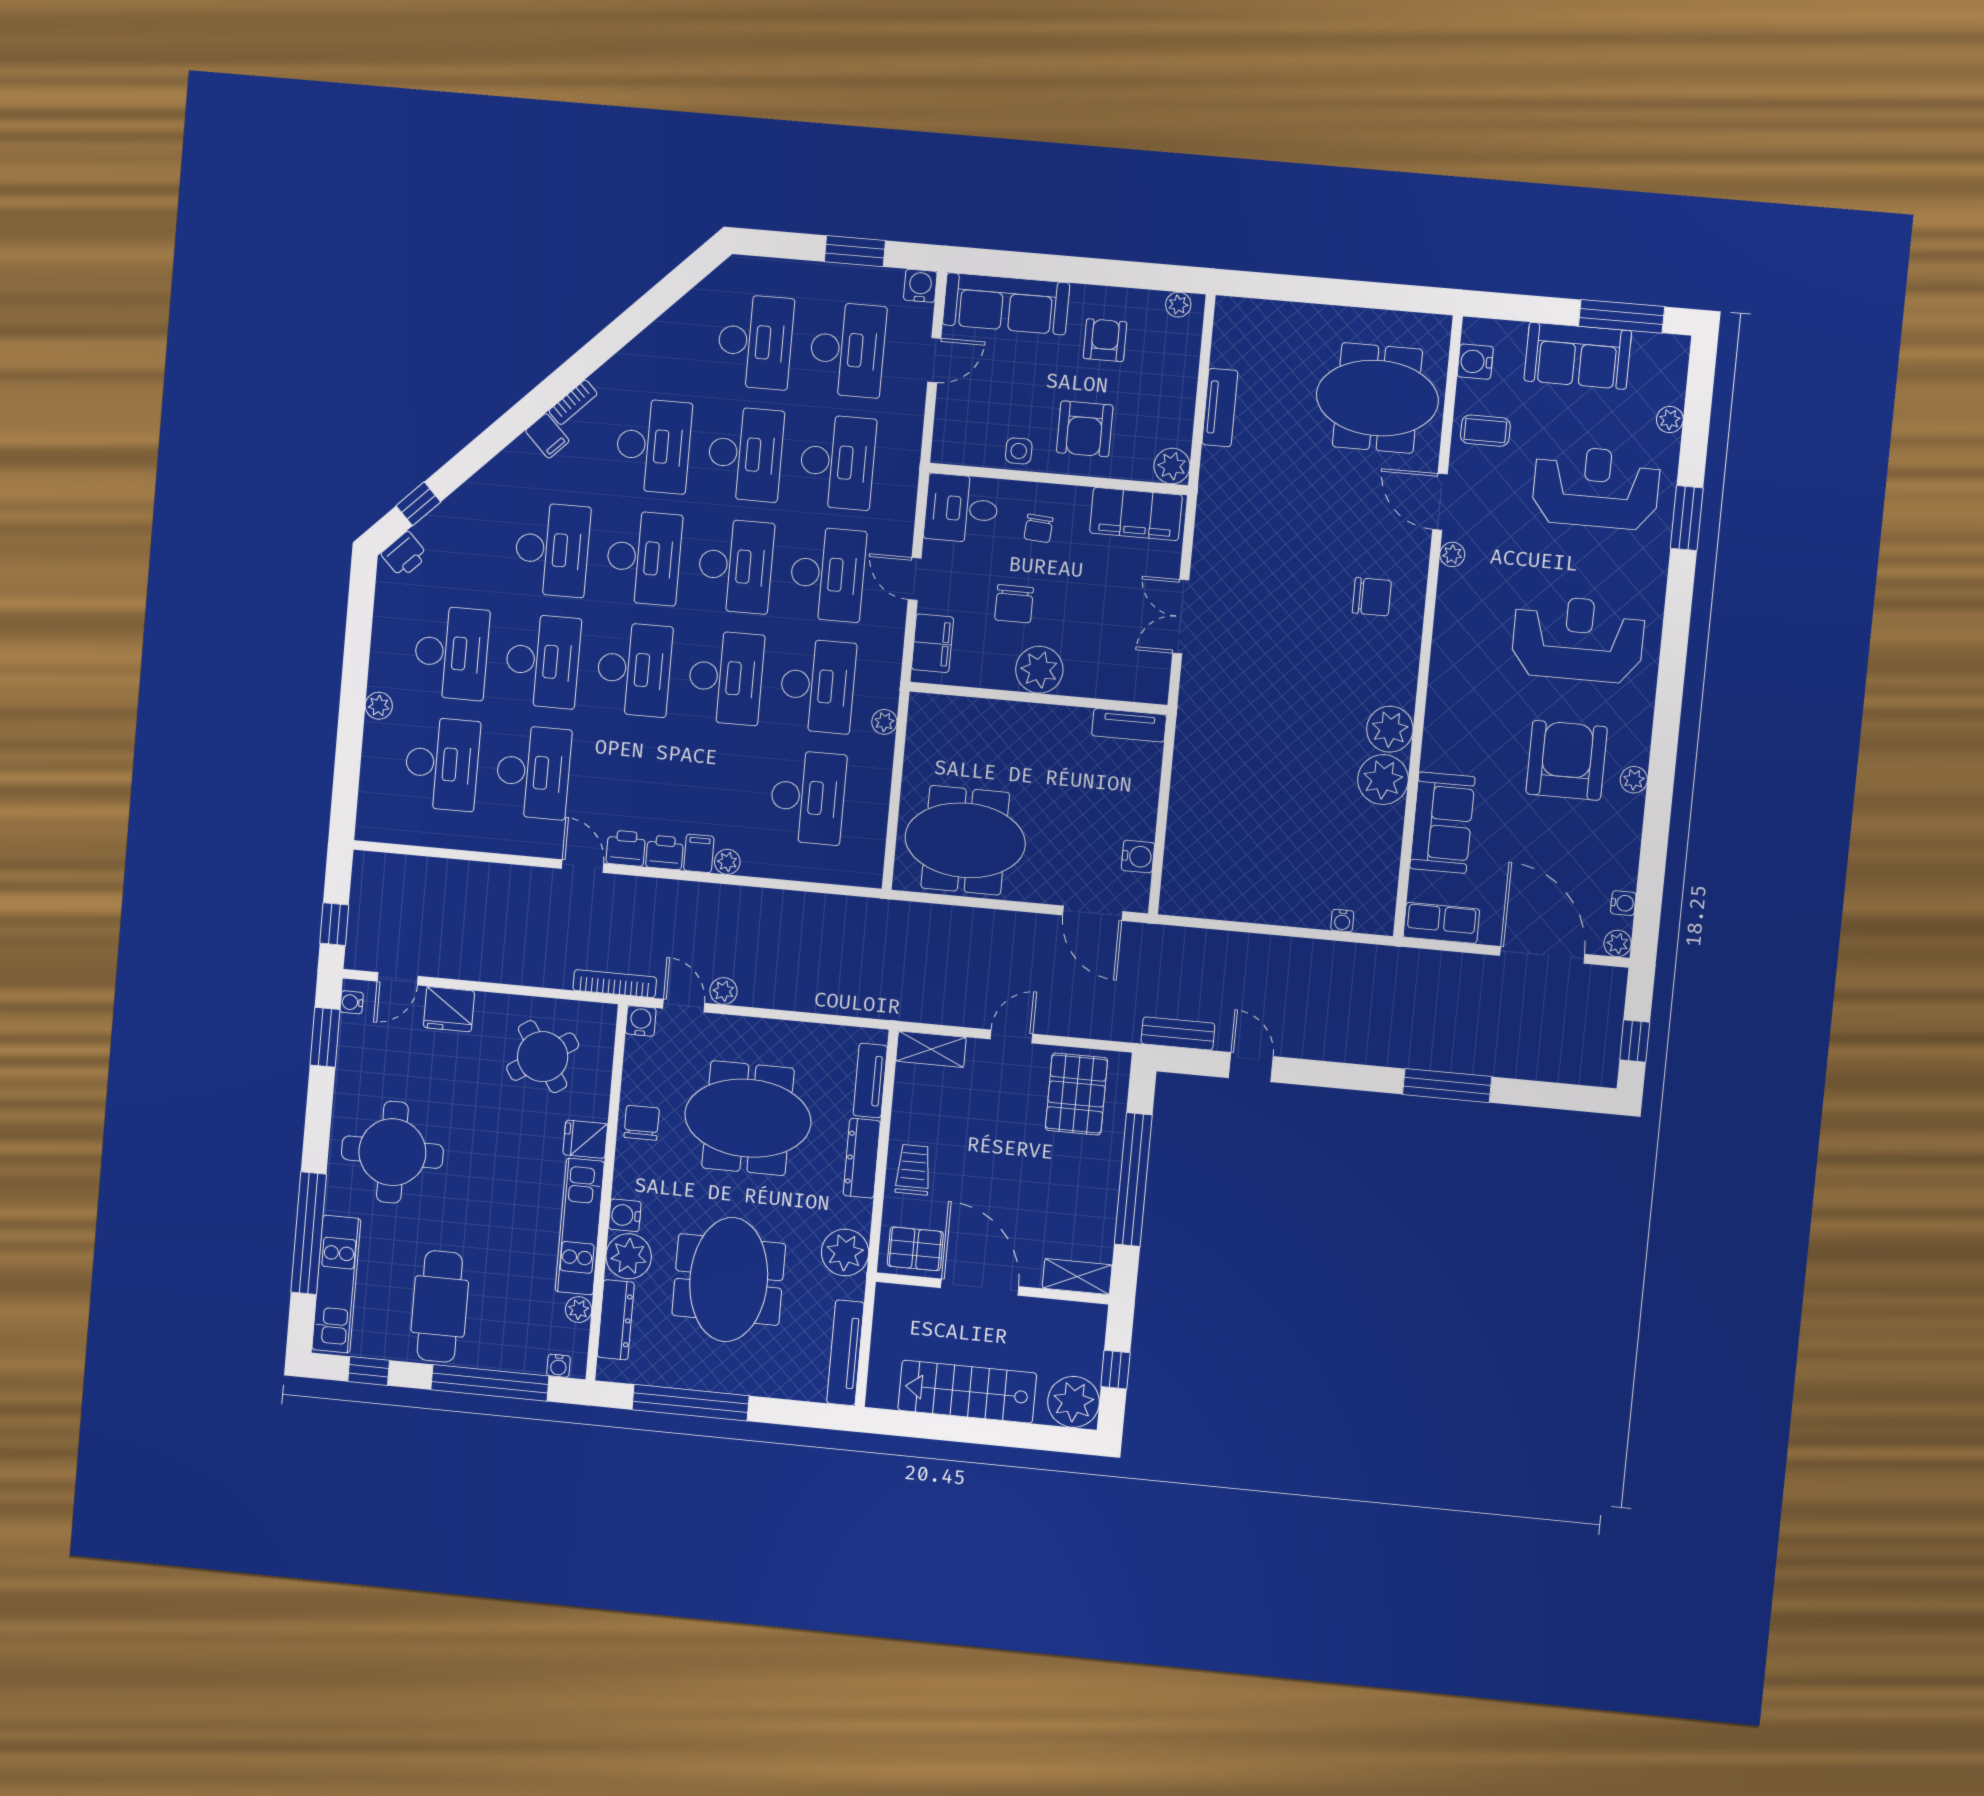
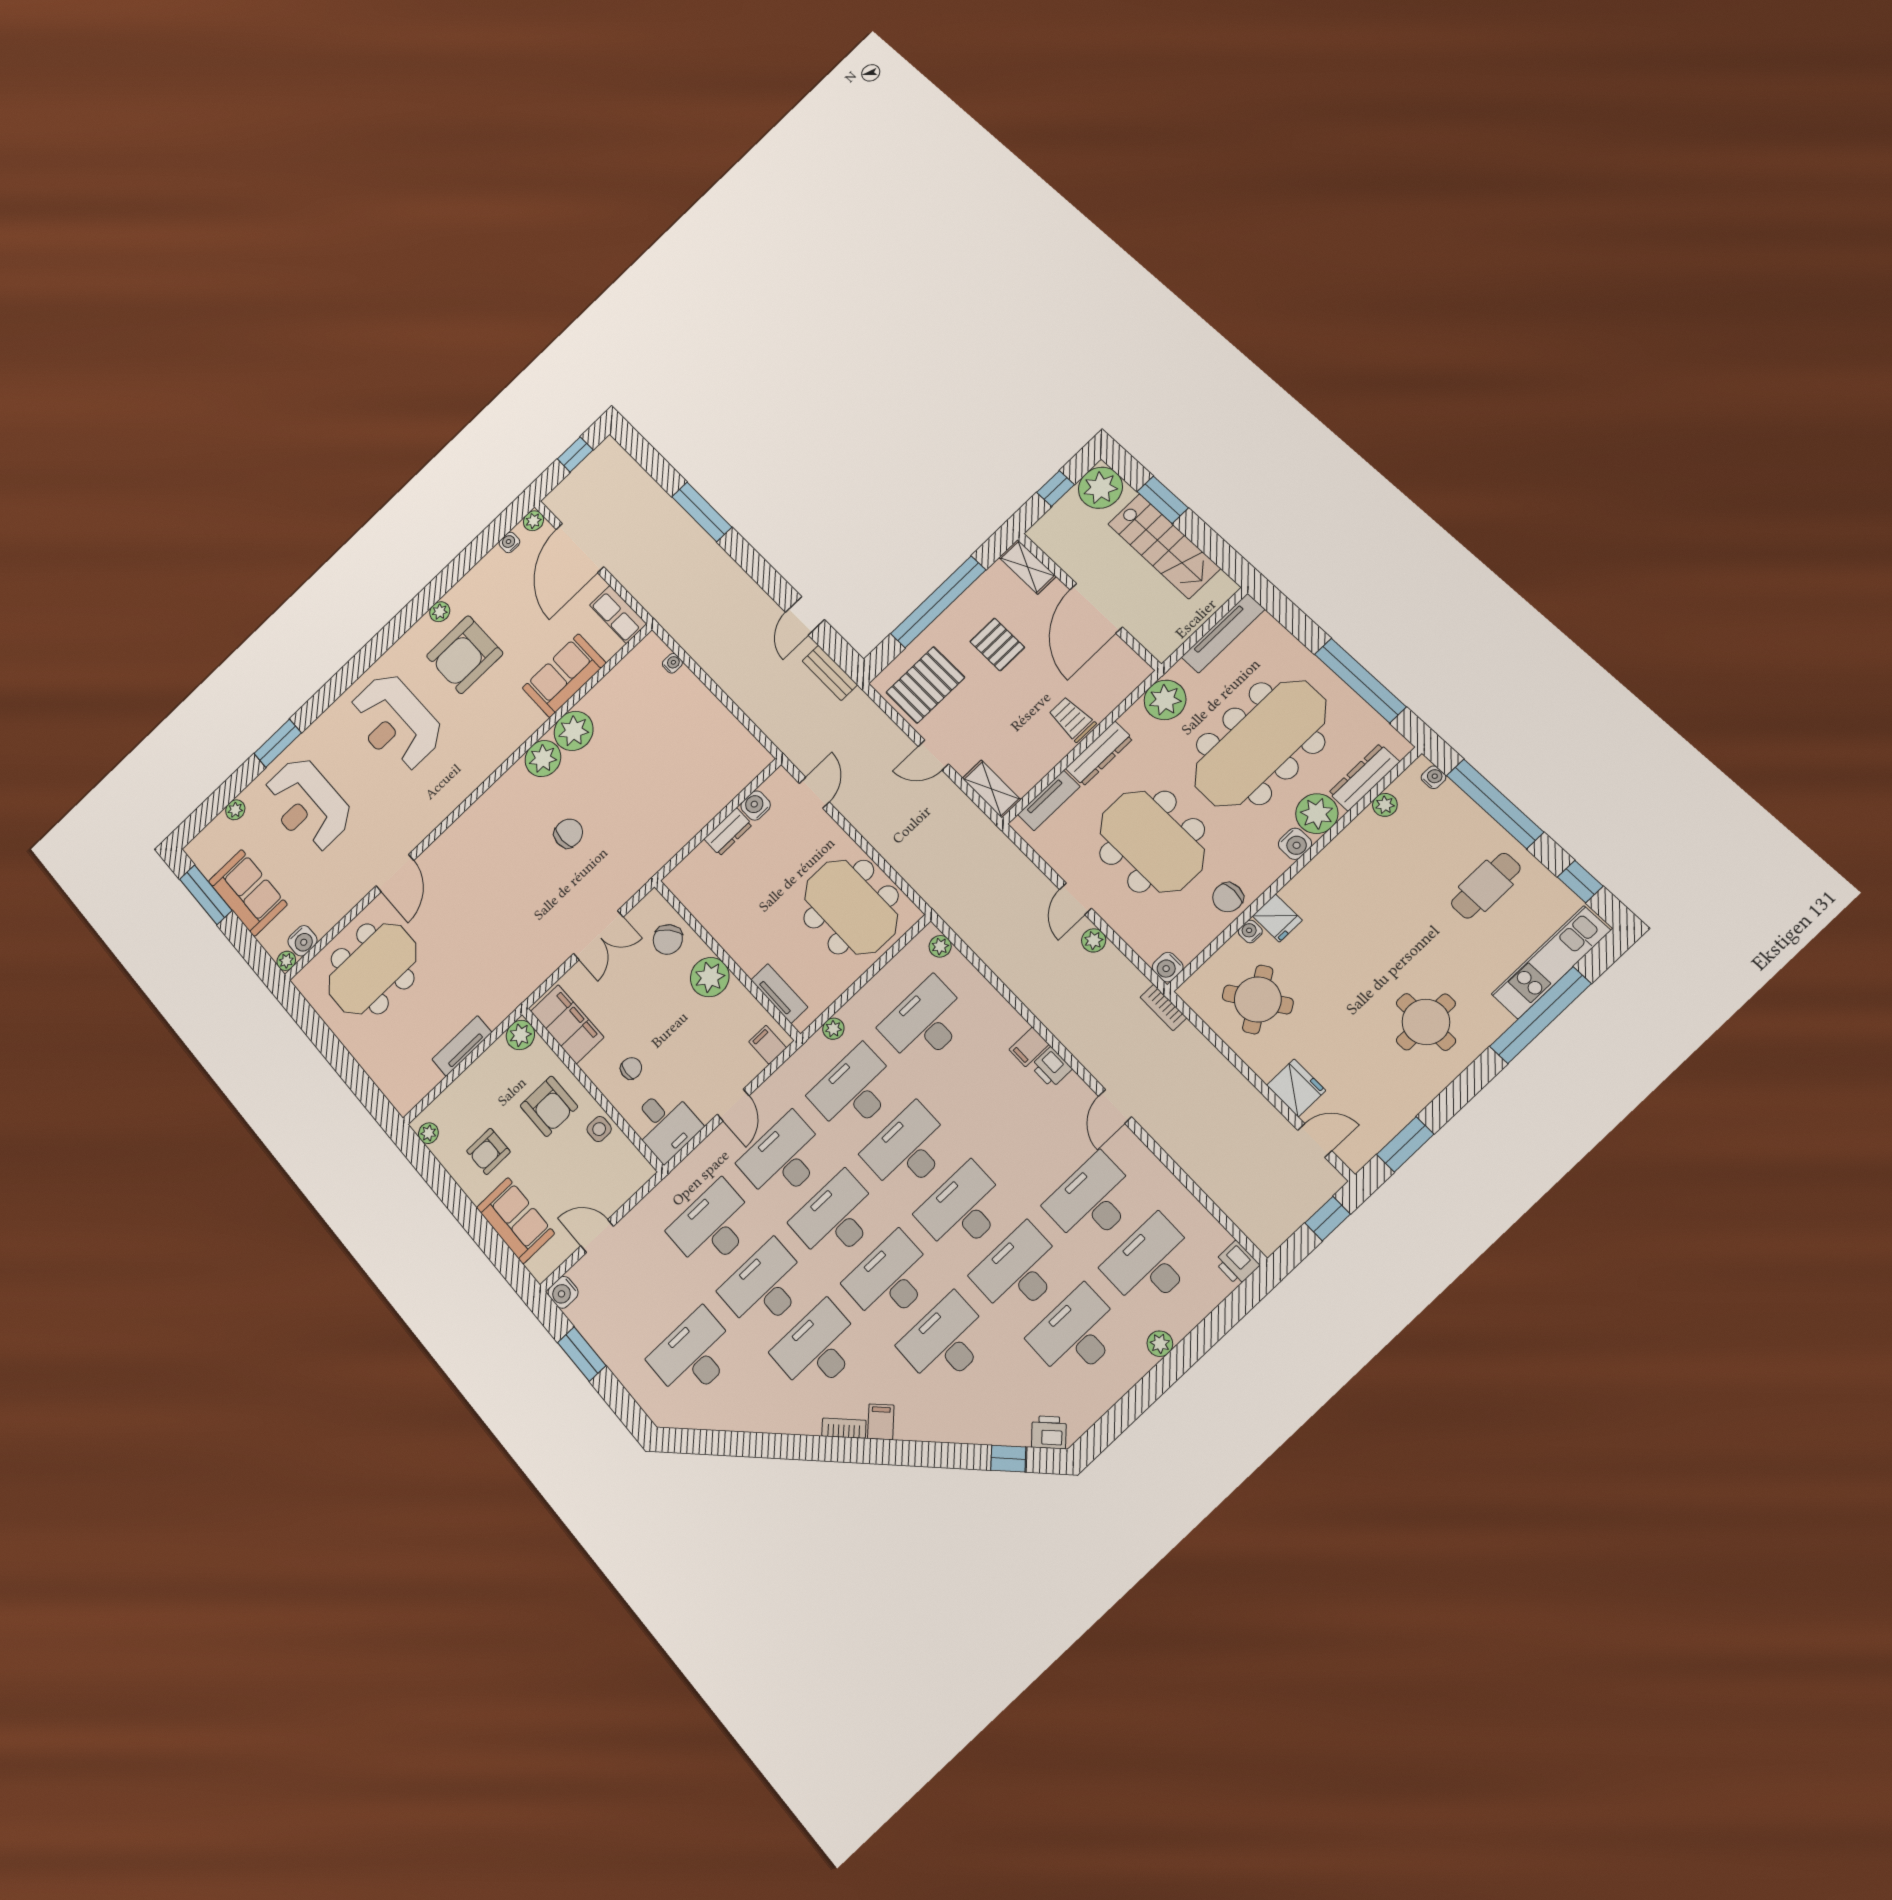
sofa: (1006, 304) -> (515, 1220), width x0.73
desk: (847, 350) -> (642, 1294), removed
meeting table: (1377, 398) -> (372, 969), turned 90
armchair: (1085, 429) -> (549, 1106), turned 90
coffee table: (1485, 431) -> (334, 894), removed
plant: (1452, 554) -> (286, 961), moved
chair: (1372, 597) -> (568, 833), moved, turned 90
chair: (1014, 604) -> (668, 939), moved, turned 141
filing cabinet: (932, 643) -> (768, 1045), width x0.50
tv unit: (1129, 725) -> (779, 994), moved
dresser: (1142, 812) -> (728, 832), added
printer: (626, 848) -> (1237, 1263), moved
plant: (727, 862) -> (940, 946), moved
door: (1093, 913) -> (814, 793), width x0.73
bookcase: (615, 984) -> (1163, 1007), width x0.64
water cooler: (352, 1002) -> (1250, 931), moved, turned 180
door: (684, 1006) -> (1075, 899), moved
round table: (392, 1152) -> (1426, 1022), width x0.73, depth x0.73
trolley: (913, 1170) -> (1072, 719), turned 90
kitchen unit: (580, 1227) -> (1334, 861), removed
pallet: (915, 1249) -> (997, 644), moved
meeting table: (729, 1280) -> (1260, 743), width x1.36
cafe table: (440, 1306) -> (1486, 886), width x0.73, depth x0.74
window: (1006, 1434) -> (1163, 500), added

